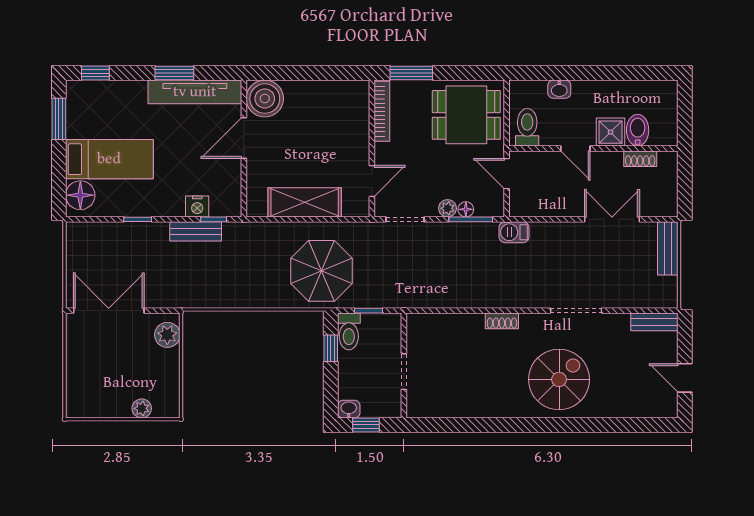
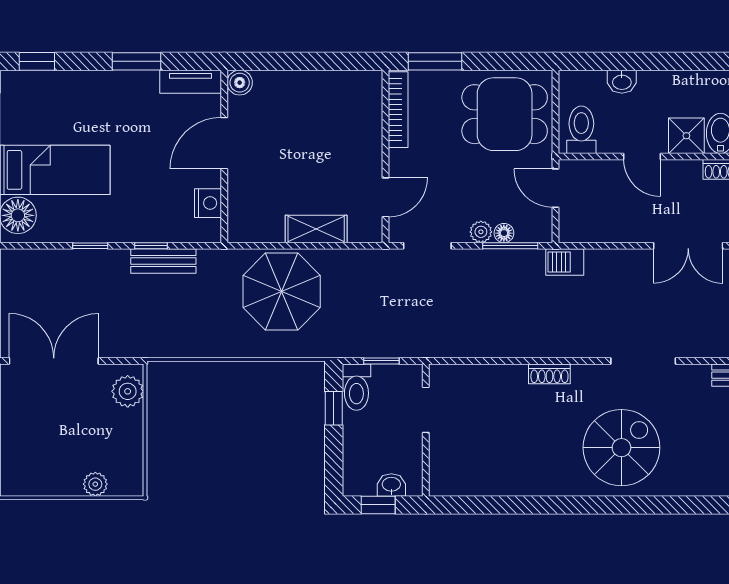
tv unit: (195, 92) -> (191, 82), width x0.52, depth x0.78
boiler: (265, 99) -> (240, 83), width x0.54, depth x0.54
shelving: (305, 202) -> (316, 229), width x0.67, depth x0.75
nightstand: (197, 206) -> (208, 203), moved, turned -90
window: (214, 219) -> (151, 246), moved
double door: (612, 219) -> (688, 246), swing flipped
parasol: (322, 271) -> (282, 292), moved
doorway: (404, 372) -> (426, 410), moved
washbasin: (349, 409) -> (391, 485), moved

